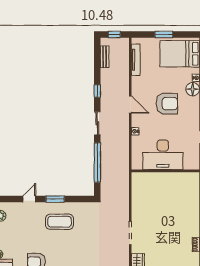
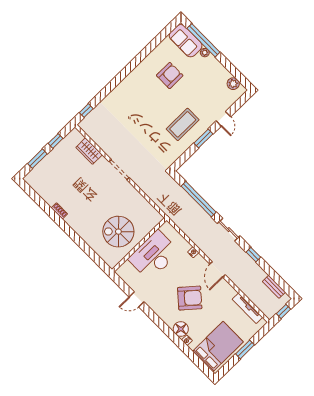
door: (130, 104) -> (217, 269), hinge flipped
armchair: (167, 104) -> (190, 298), turned -139
spiral stairs: (171, 193) -> (118, 232), added

